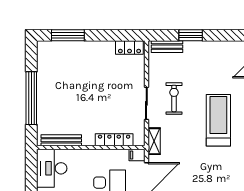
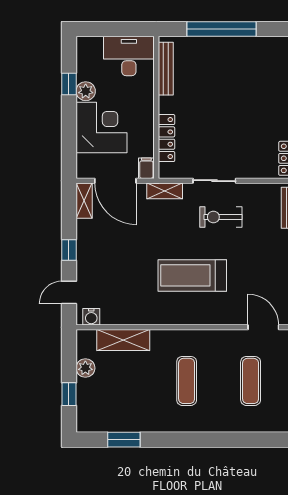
exercise bike: (174, 98) -> (221, 217), turned 180
treadmill: (218, 120) -> (192, 275), turned 180

